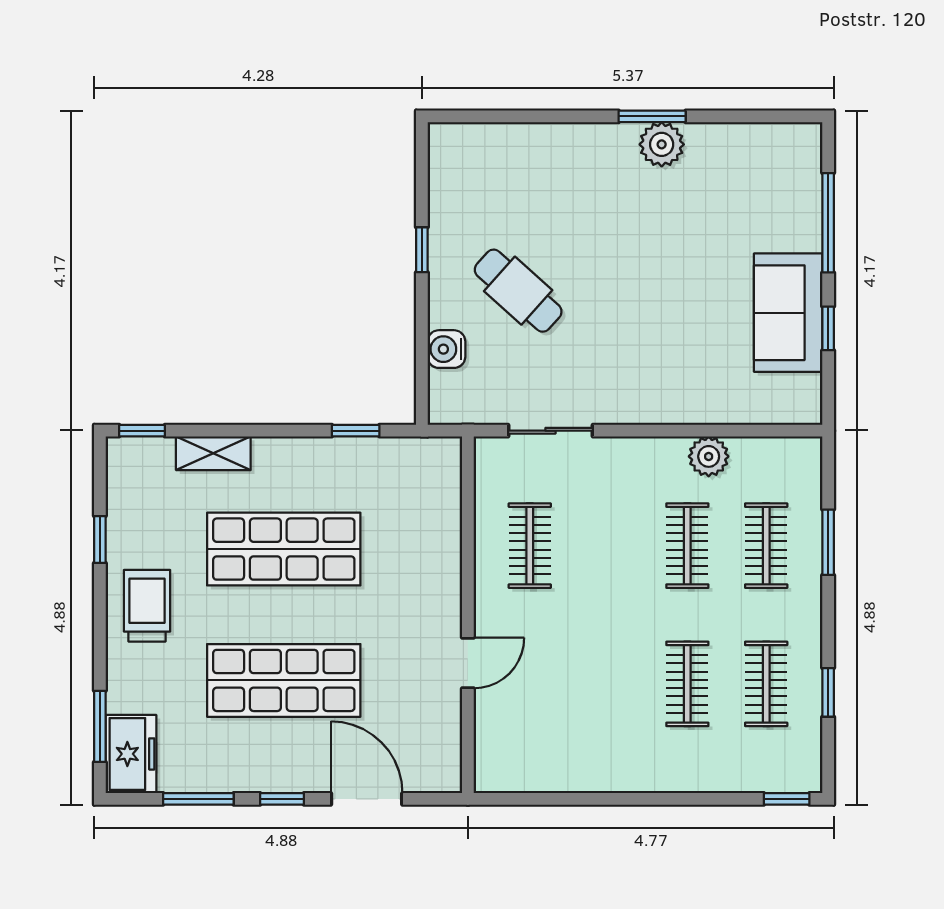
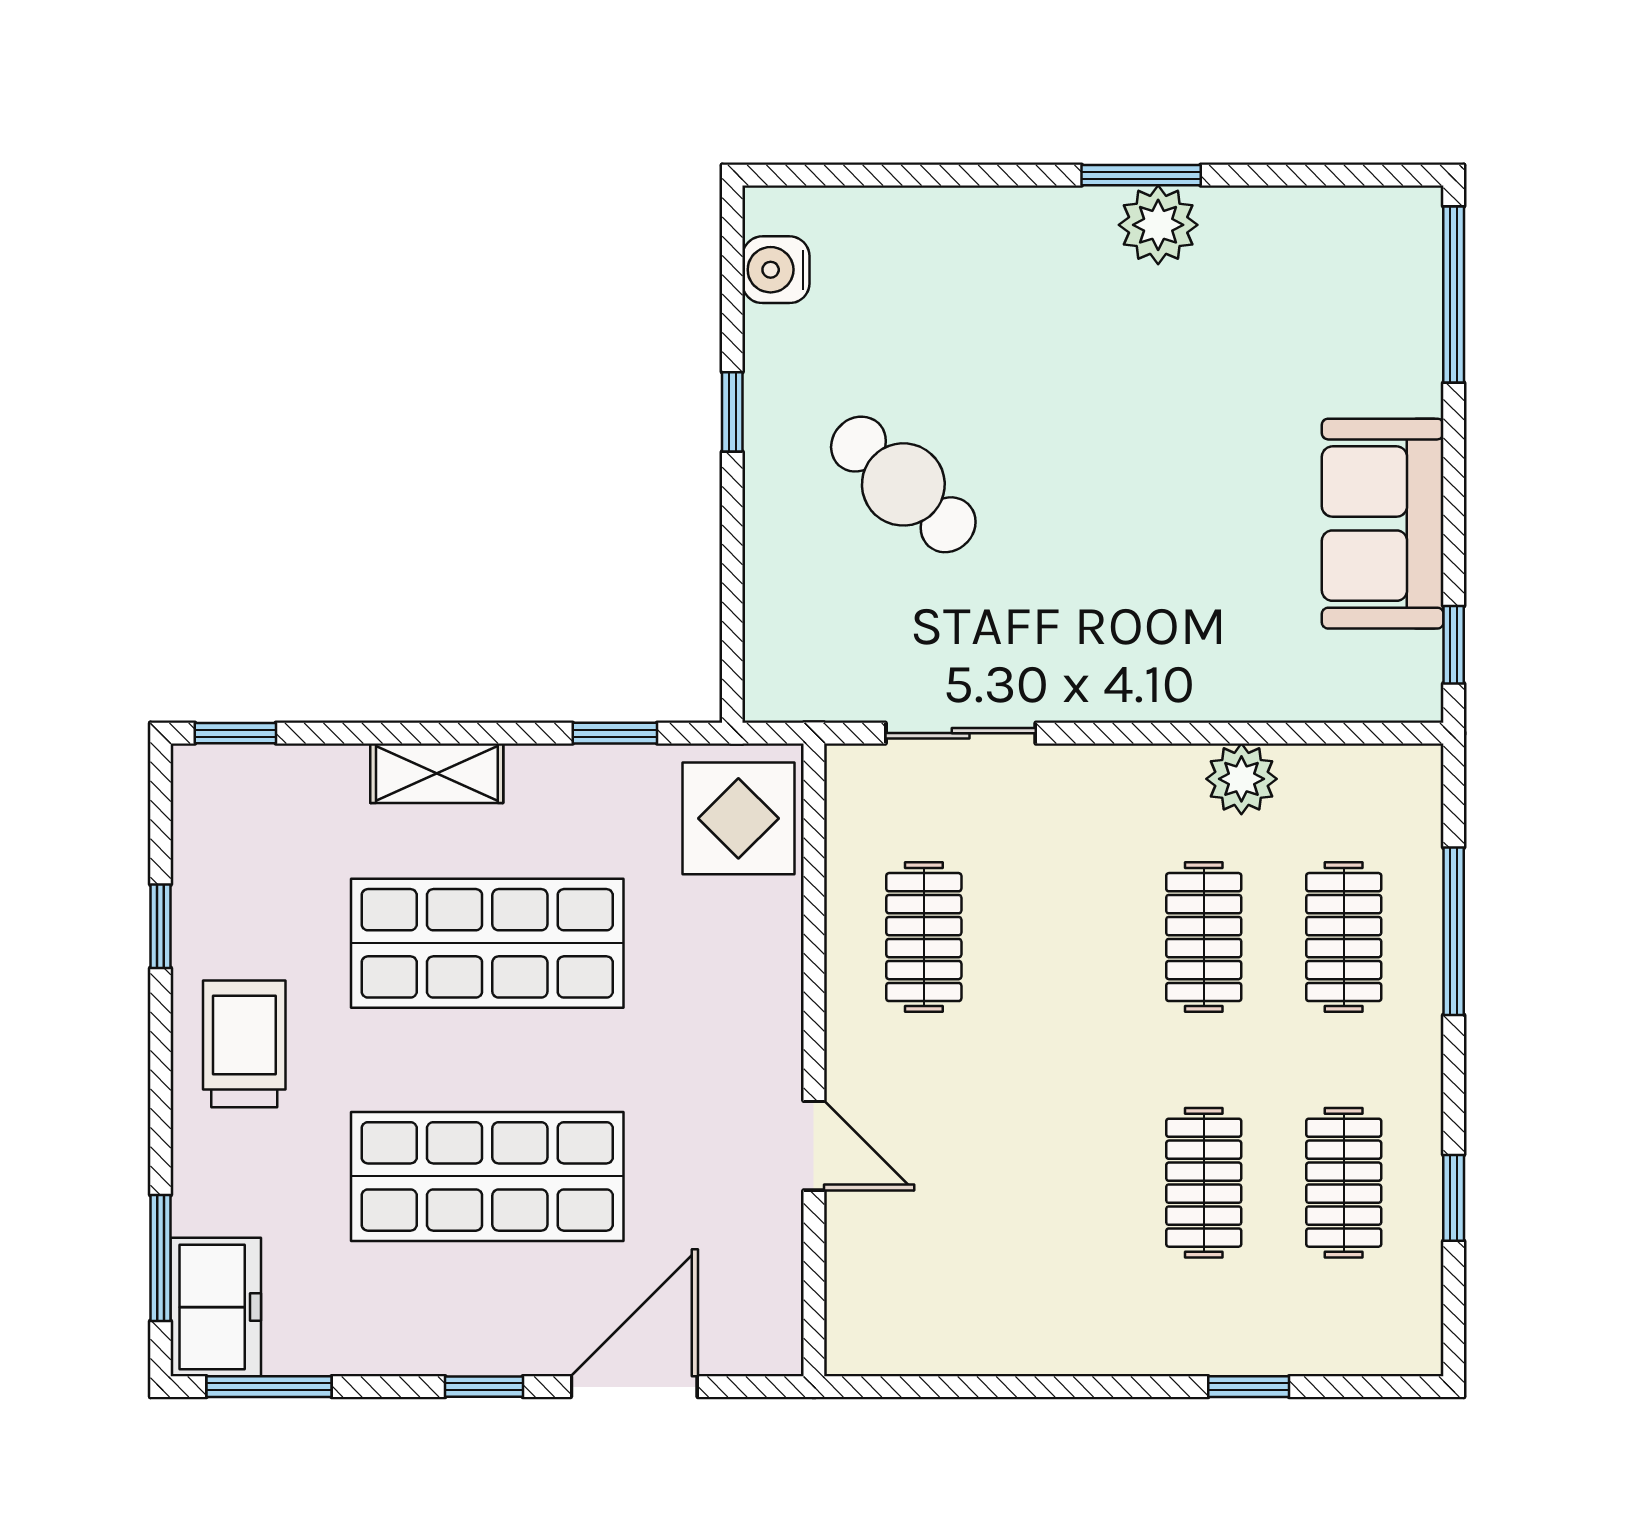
window: (828, 223) -> (1454, 295), moved
window: (828, 328) -> (1454, 645), moved
water cooler: (446, 349) -> (776, 270), moved
shelving: (213, 453) -> (437, 773), moved
display table: (425, 479) -> (738, 818), added
window: (828, 542) -> (1454, 931), width x1.44
door: (468, 663) -> (814, 1146), hinge flipped
window: (198, 799) -> (269, 1387), moved
door: (367, 799) -> (634, 1387), hinge flipped
window: (787, 799) -> (1249, 1387), moved

